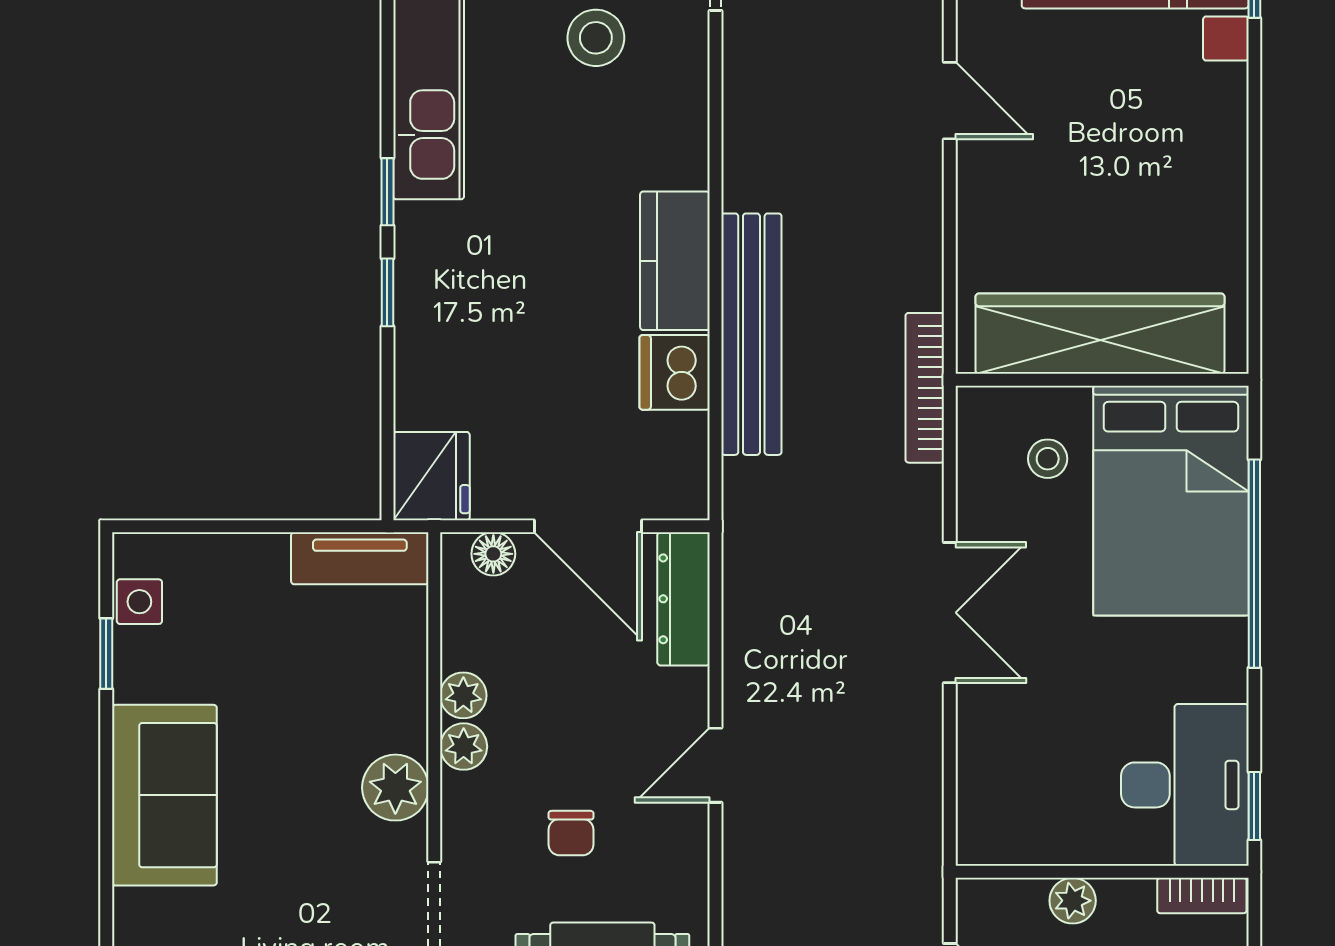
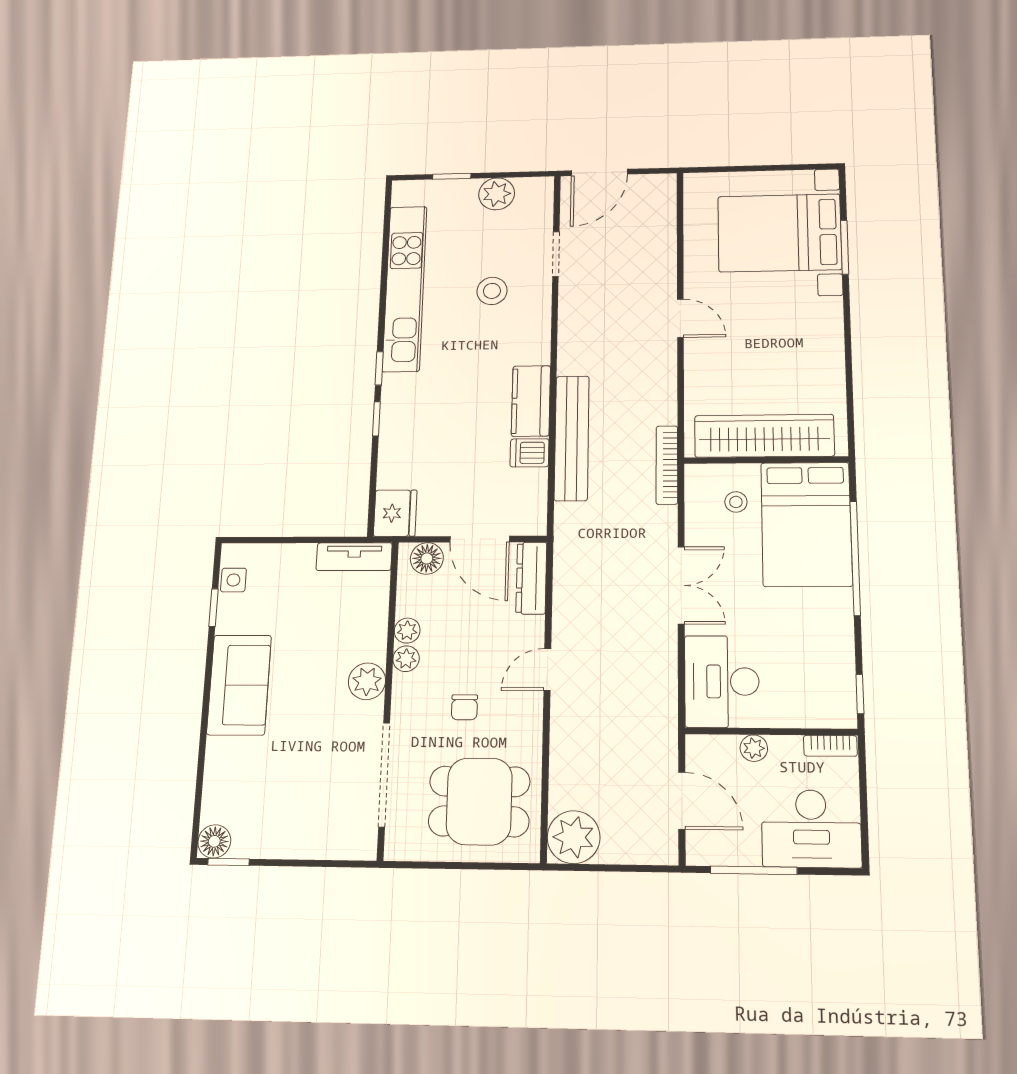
dishwasher: (675, 372) -> (529, 453), width x0.73
floor lamp: (493, 554) -> (427, 558), width x1.37, depth x1.37
desk: (1185, 785) -> (722, 681), moved, turned 180

